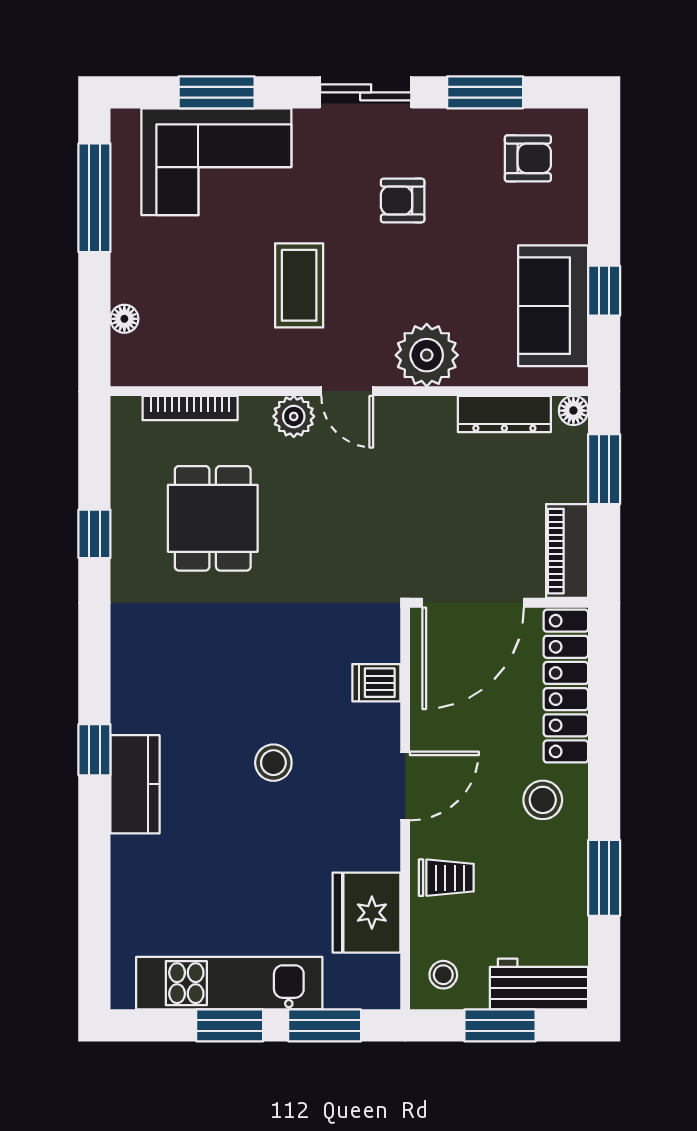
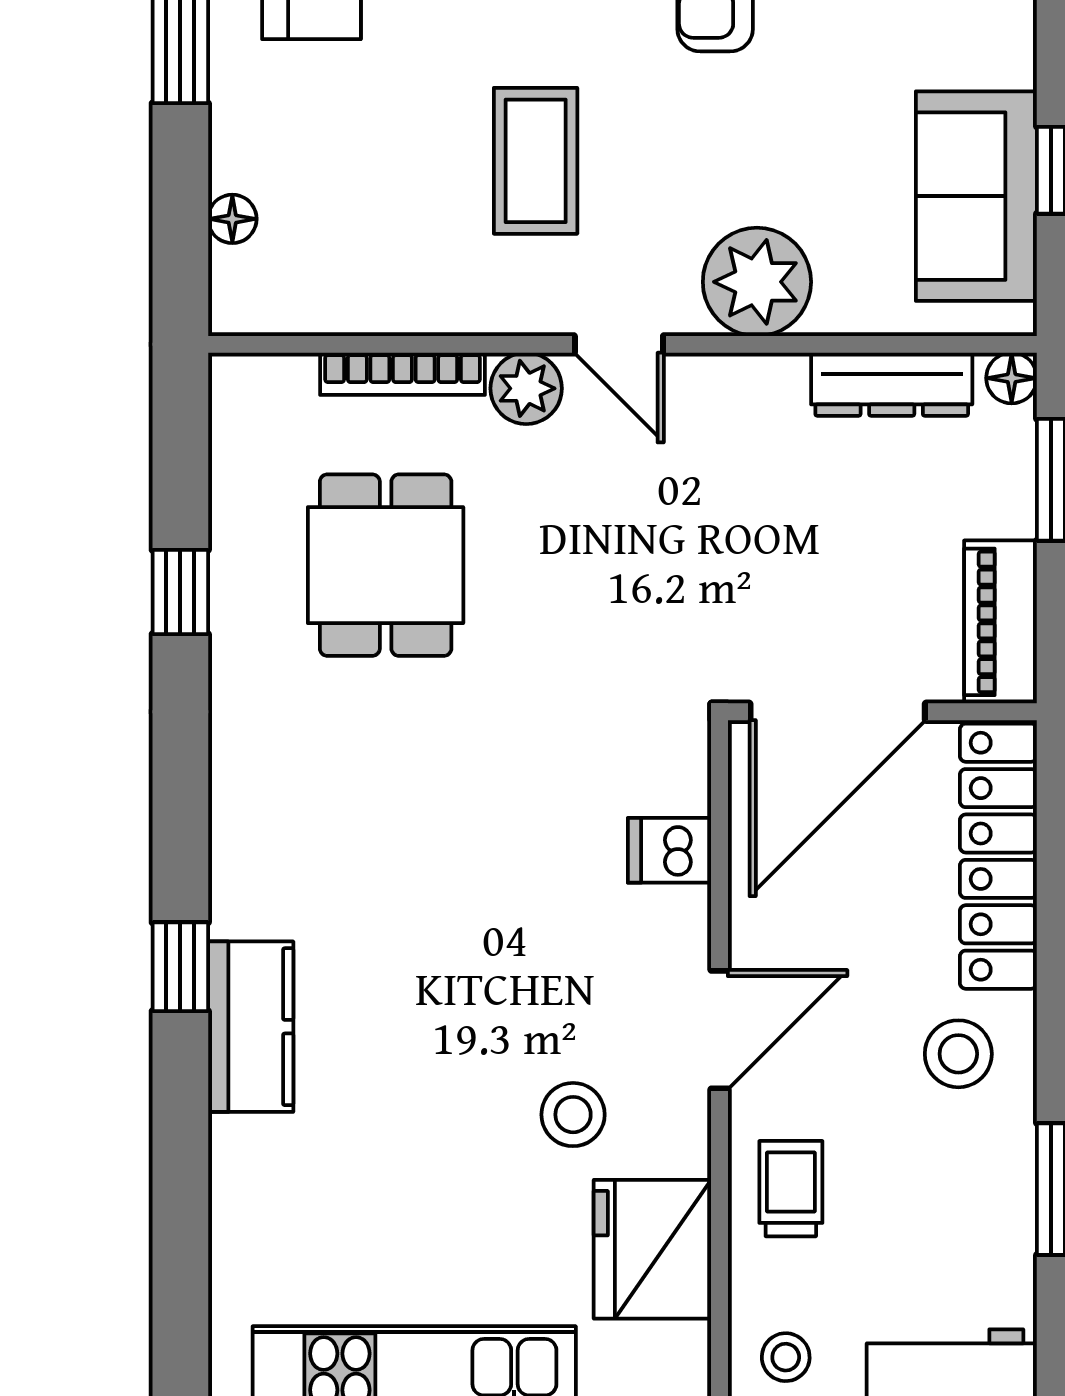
bookcase: (190, 408) -> (402, 374), moved
stool: (273, 763) -> (573, 1115), moved
trolley: (446, 878) -> (791, 1189), turned -90

